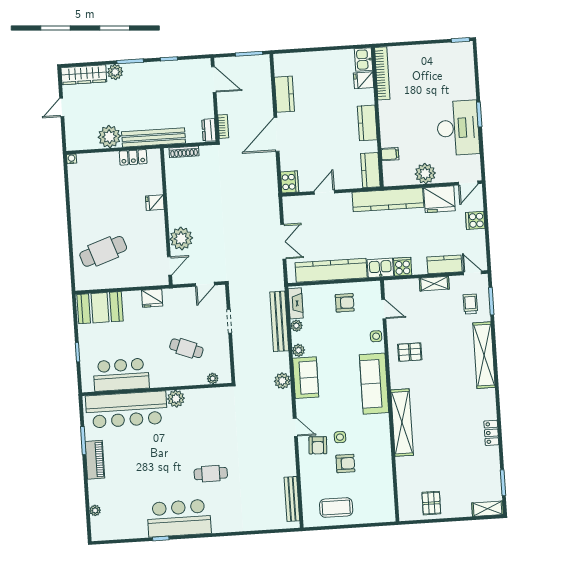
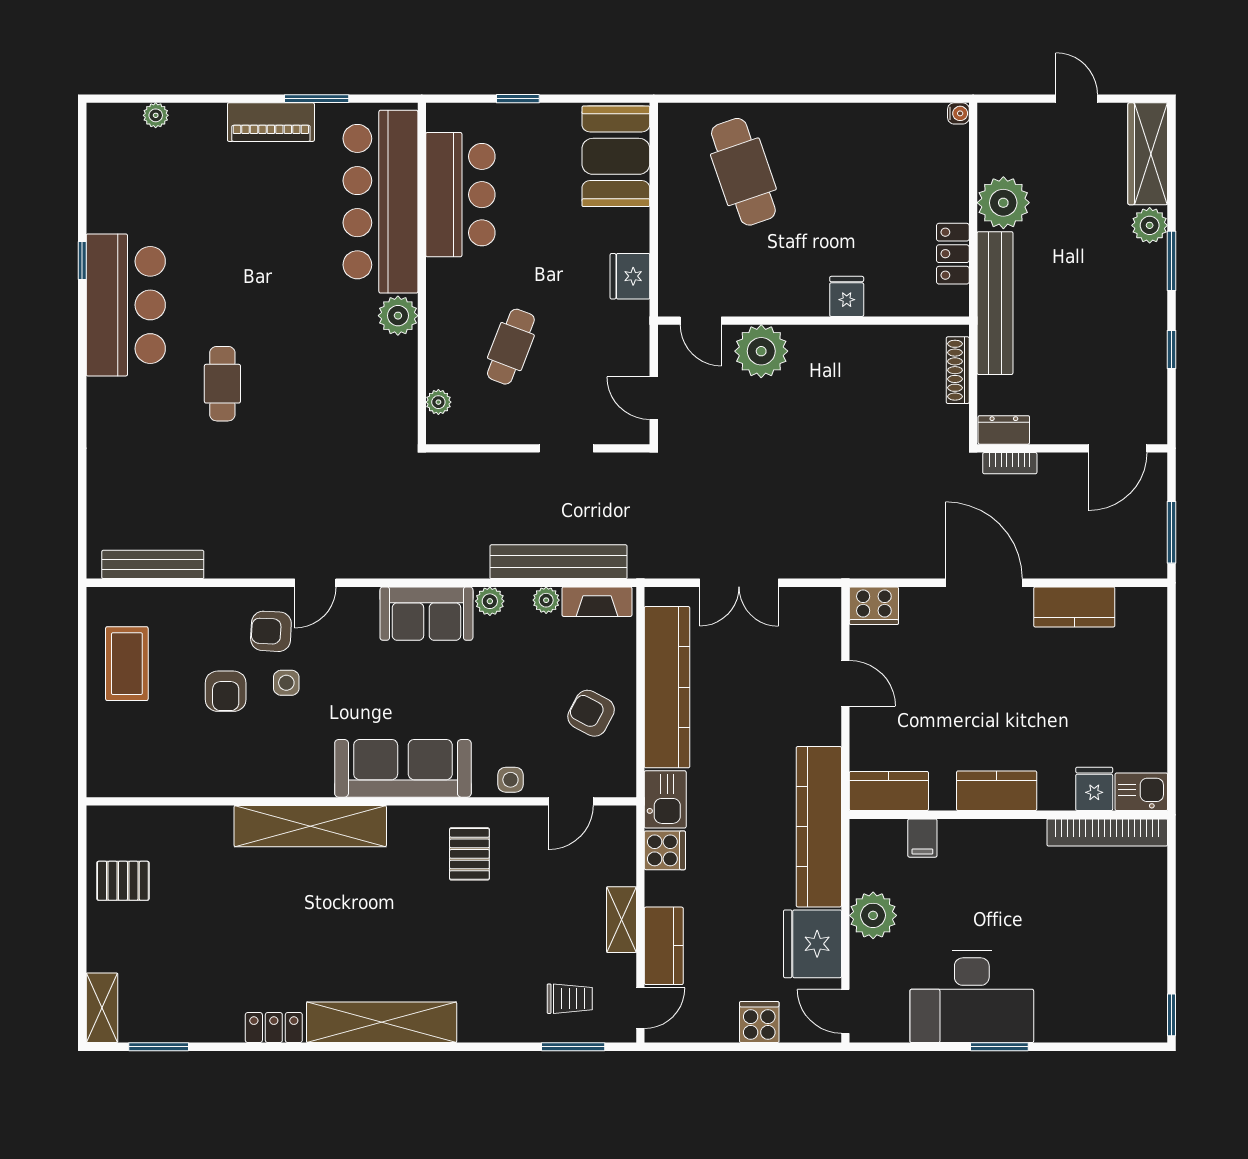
armchair: (345, 303) -> (591, 713), turned 118
shelving: (484, 355) -> (382, 1022), moved
plant: (282, 381) -> (423, 560), removed

